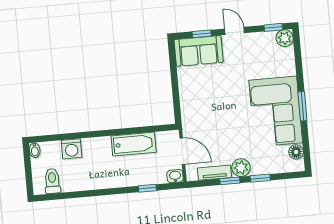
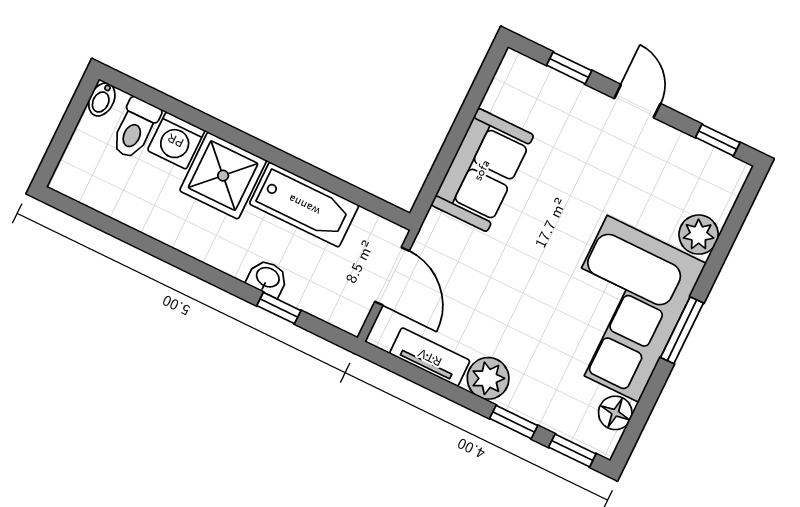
plant: (285, 38) -> (699, 235), moved
sofa: (199, 51) -> (482, 170), moved, turned -90
shower: (97, 151) -> (223, 176), added
washbasin: (175, 176) -> (267, 278), moved
toilet: (52, 181) -> (135, 128), moved, turned 180
window: (230, 181) -> (572, 451), moved

